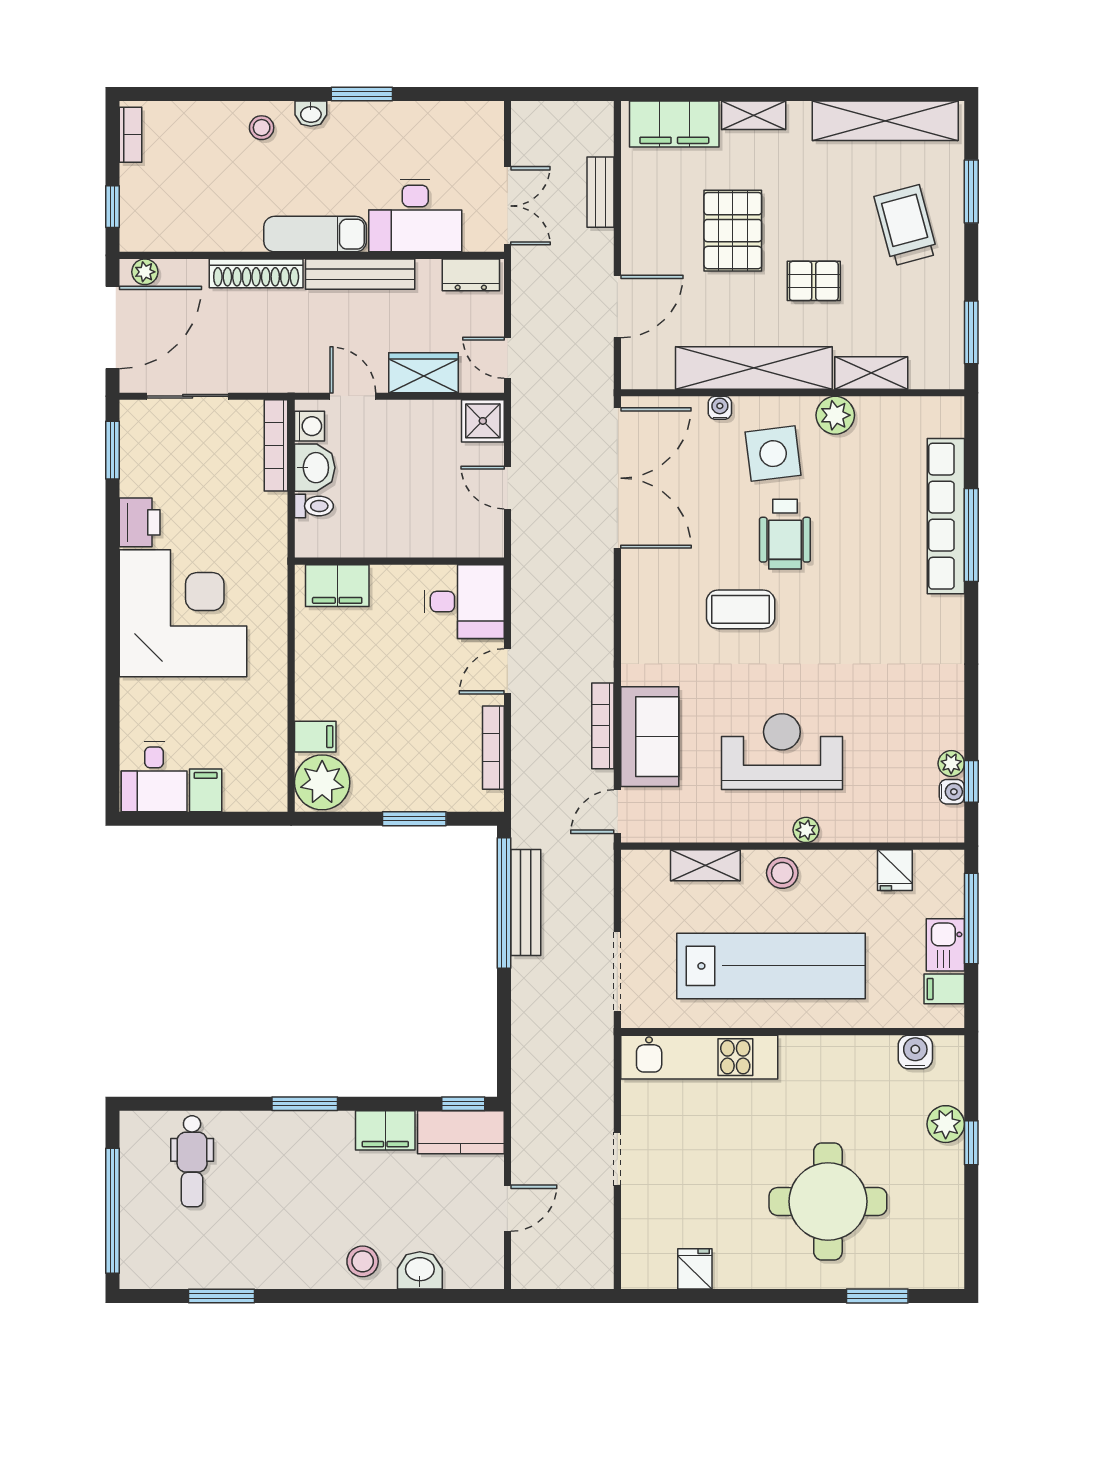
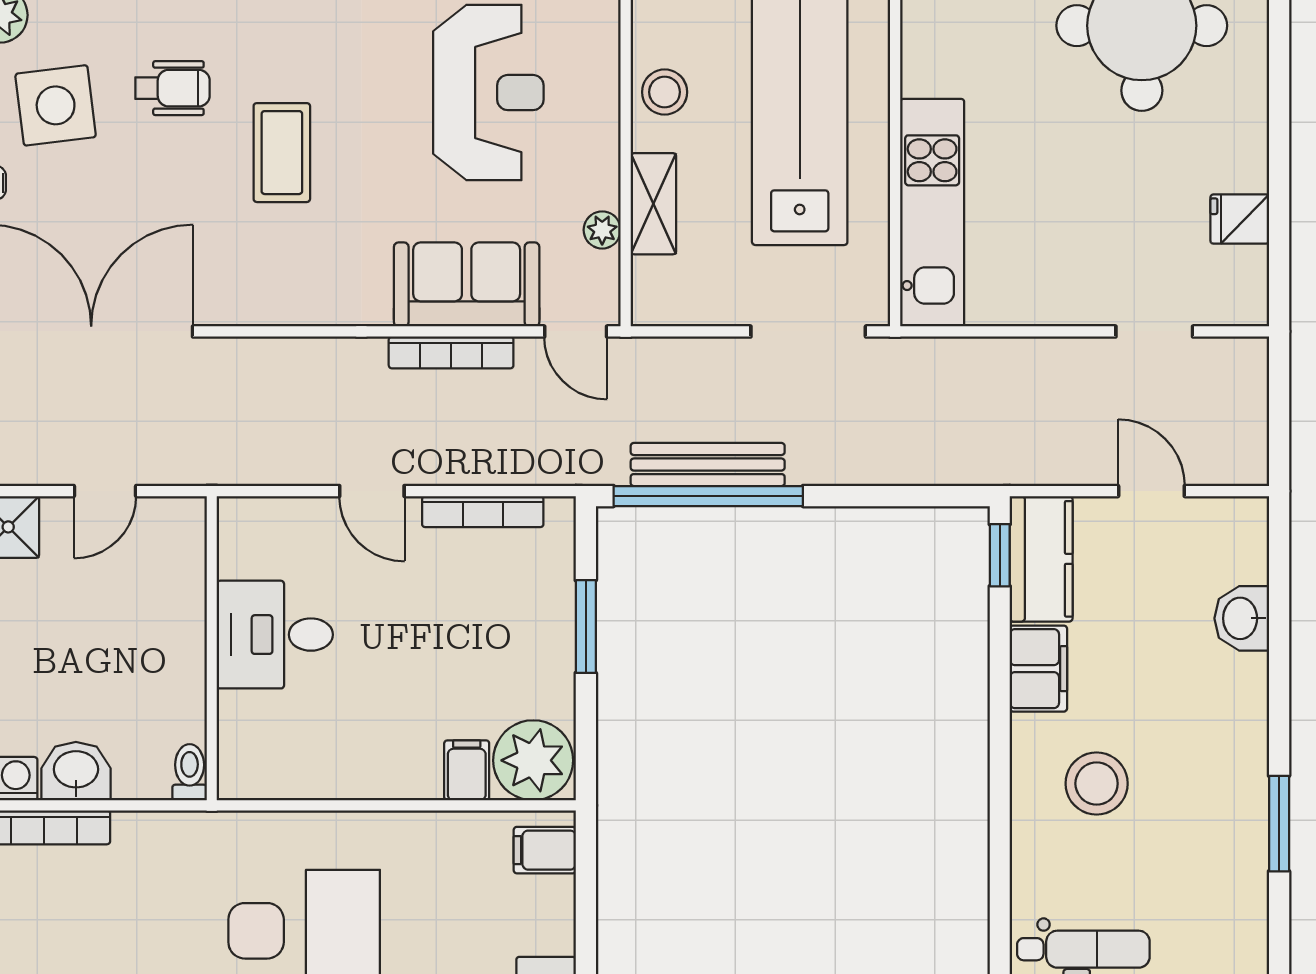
toilet: (314, 506) -> (190, 772), moved
wheelchair: (785, 534) -> (173, 88), width x0.73, depth x0.73
filing cabinet: (337, 586) -> (247, 738), removed
desk: (464, 602) -> (275, 635), moved, turned -90
reception desk: (782, 752) -> (488, 93), turned 180
filing cabinet: (206, 790) -> (545, 850), moved
plant: (806, 830) -> (602, 230), moved
window: (305, 1104) -> (1000, 786), removed
doorway: (617, 1159) -> (1154, 331), moved
stool: (363, 1261) -> (1097, 784), moved, width x1.38, depth x1.38
window: (221, 1296) -> (1279, 824), moved

